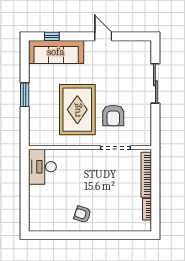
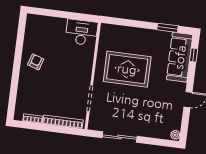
plant: (145, 46) -> (175, 135), added
sliding door: (155, 83) -> (120, 137), moved
window: (25, 95) -> (168, 28), moved
armchair: (113, 115) -> (118, 100), removed

